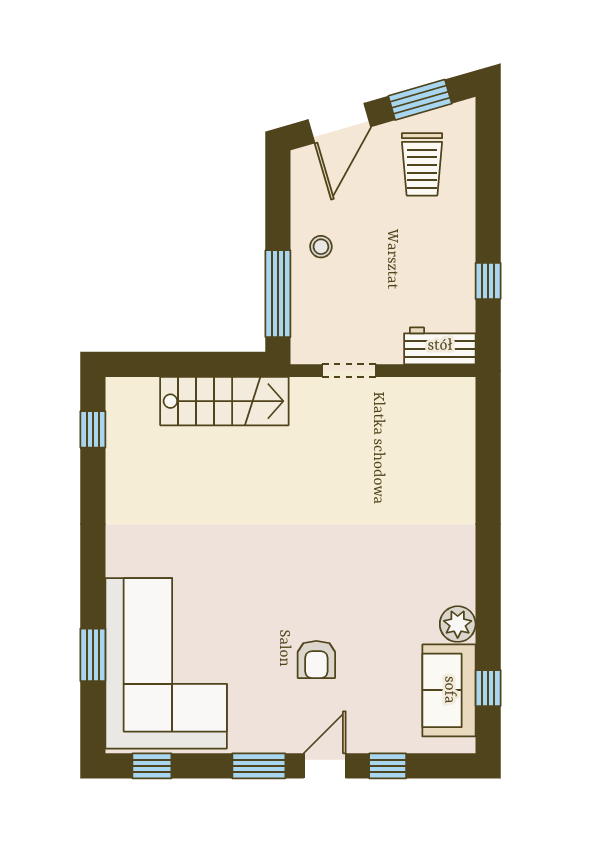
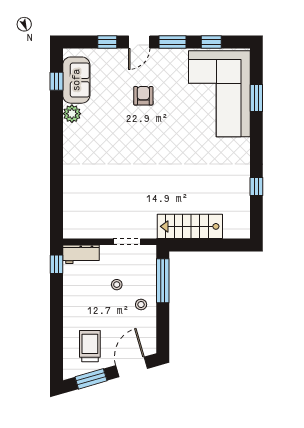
window: (488, 281) -> (57, 264), moved
stool: (369, 286) -> (117, 285), added
window: (93, 429) -> (256, 187), moved
window: (152, 766) -> (211, 42), moved

